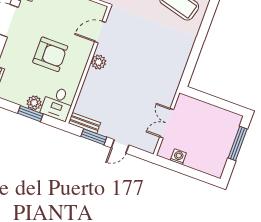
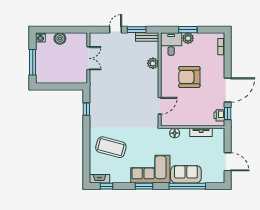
window: (192, 61) -> (86, 109), added
plant: (98, 62) -> (153, 63), moved
washing machine: (178, 157) -> (40, 37), moved
boiler: (193, 161) -> (60, 38), added

